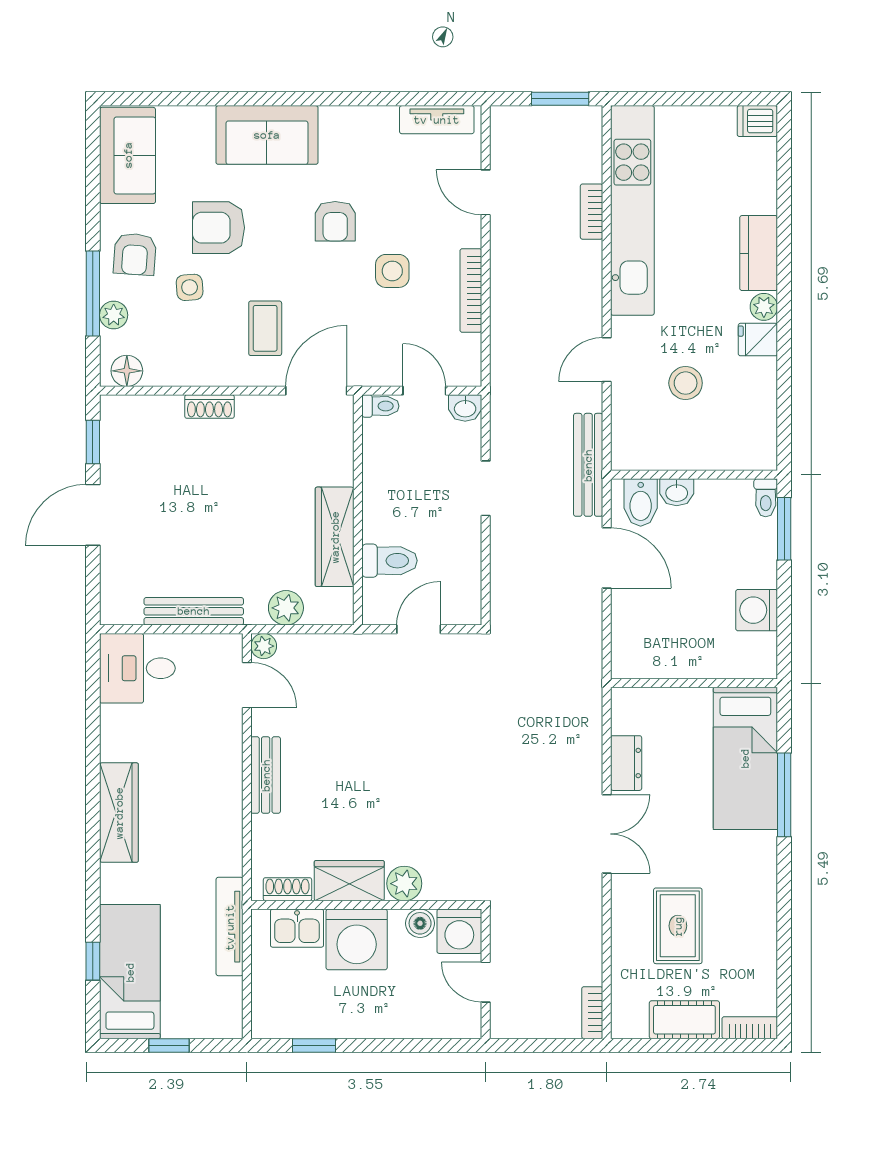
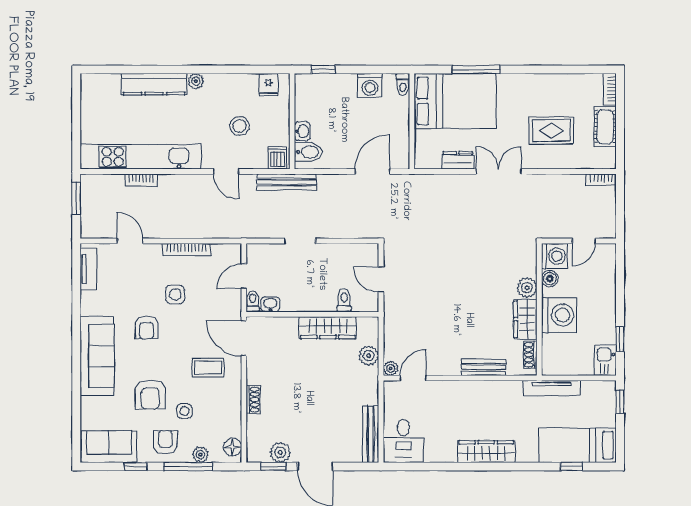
dishwasher: (757, 121) -> (278, 158), moved, turned 180
sofa: (267, 135) -> (97, 356), width x1.36
door: (486, 192) -> (130, 241), swing flipped
window: (93, 202) -> (136, 466), added
armchair: (335, 221) -> (147, 327), turned 90
kitchen counter: (759, 253) -> (154, 84), width x1.50
armchair: (135, 254) -> (166, 442), turned -94
fridge: (758, 340) -> (268, 85), moved
washbasin: (465, 408) -> (270, 304), moved, turned -90
plant: (118, 454) -> (280, 452), added
toilet: (766, 498) -> (403, 84), moved, turned 90
window: (784, 529) -> (323, 70), width x0.67
door: (607, 558) -> (372, 171), moved
toilet: (390, 561) -> (344, 301), width x0.73, depth x0.72
bench: (194, 611) -> (371, 434), moved
bed: (745, 758) -> (455, 101), width x1.50
bench: (266, 775) -> (484, 367), moved
kitchen sink: (297, 928) -> (605, 361), moved, turned 180
window: (169, 1045) -> (620, 402), moved

